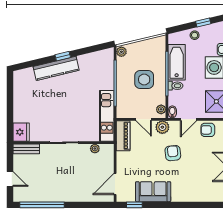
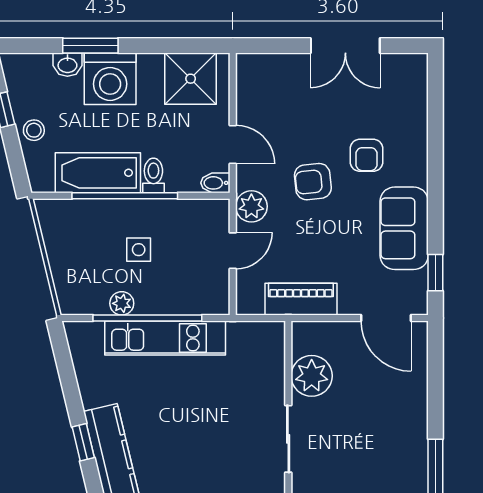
plant: (121, 52) -> (122, 303), moved
side table: (144, 79) -> (139, 250), width x0.54, depth x0.54
plant: (161, 109) -> (209, 210), removed
kitchen unit: (107, 116) -> (165, 338), moved
armchair: (208, 130) -> (367, 155), moved
piano: (123, 136) -> (301, 299), moved
plant: (95, 149) -> (312, 376), width x1.87, depth x1.87

